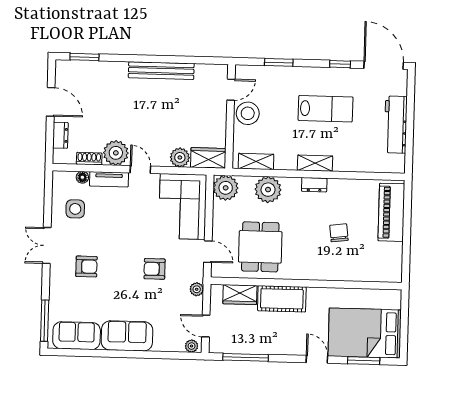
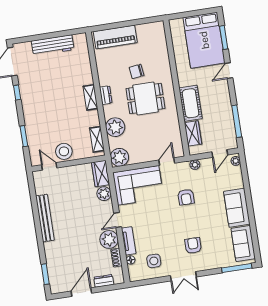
lab bench: (326, 109) -> (51, 97), removed
dining table: (260, 247) -> (145, 99), moved

